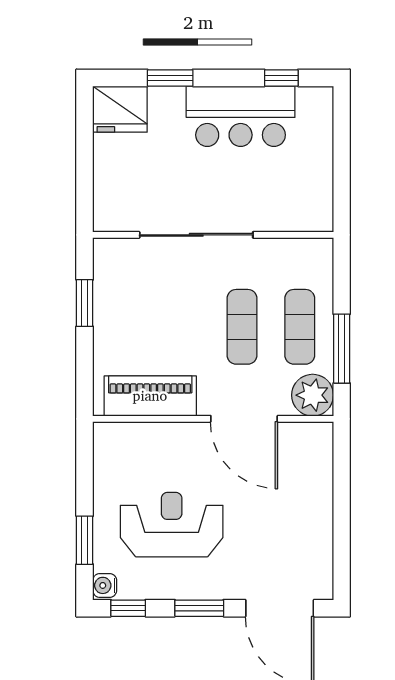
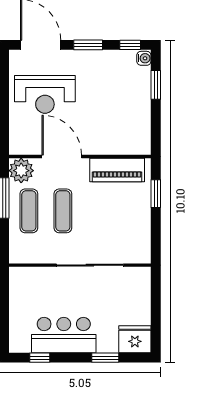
window: (85, 303) -> (156, 194), moved
reception desk: (172, 525) -> (45, 94), moved

